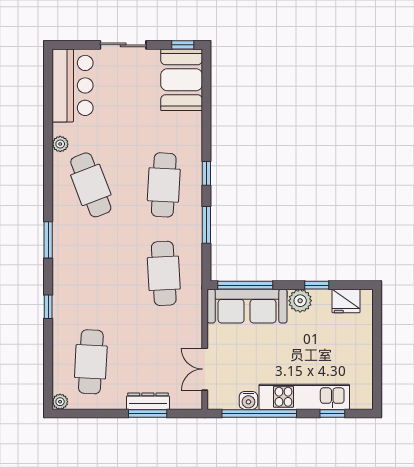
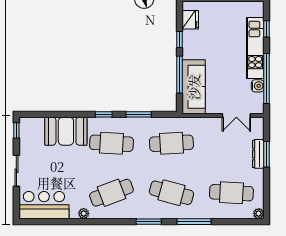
booth: (182, 80) -> (66, 131), moved
cafe table: (91, 273) -> (171, 193), added
window: (245, 285) -> (179, 75), moved
plant: (300, 301) -> (190, 51), removed
window: (48, 307) -> (194, 222), width x2.17

